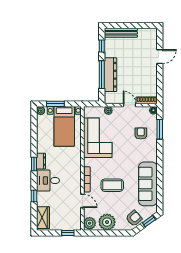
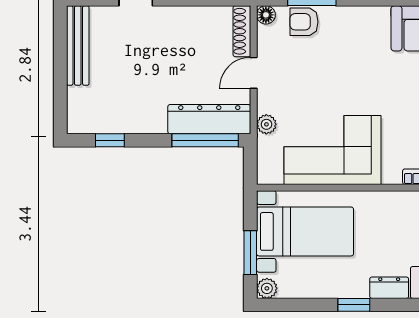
bench: (121, 33) -> (78, 45), moved
window: (102, 75) -> (205, 140), moved
dresser: (110, 75) -> (209, 119), moved
armchair: (141, 133) -> (304, 22), moved
window: (34, 164) -> (354, 305), moved

